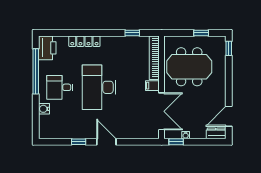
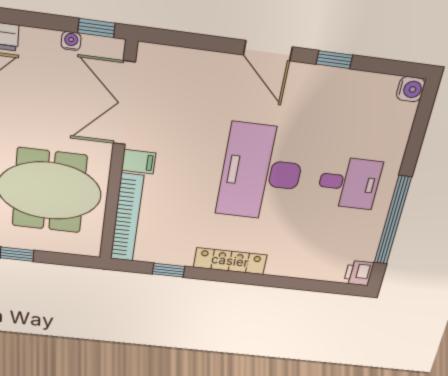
locker: (84, 41) -> (230, 261), moved
printer: (47, 48) -> (359, 273), width x0.53, depth x0.68
desk: (99, 87) -> (261, 173), turned 180
water cooler: (44, 109) -> (411, 89), moved

